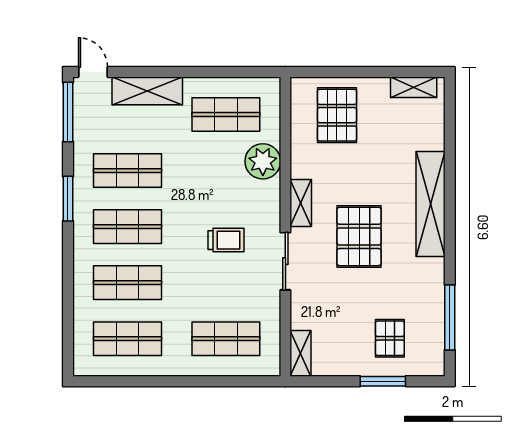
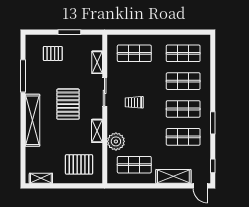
window: (68, 112) -> (213, 166), width x0.46
pallet: (337, 115) -> (79, 164), turned 90
shelving: (301, 203) -> (97, 131), moved
window: (450, 317) -> (23, 76), moved
pallet: (390, 338) -> (53, 53), turned 90
shelving: (301, 353) -> (97, 62), moved
window: (383, 381) -> (69, 32), moved

